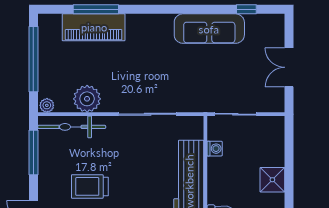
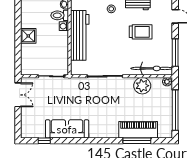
double door: (289, 67) -> (18, 95), moved
washing machine: (215, 149) -> (64, 26), moved

